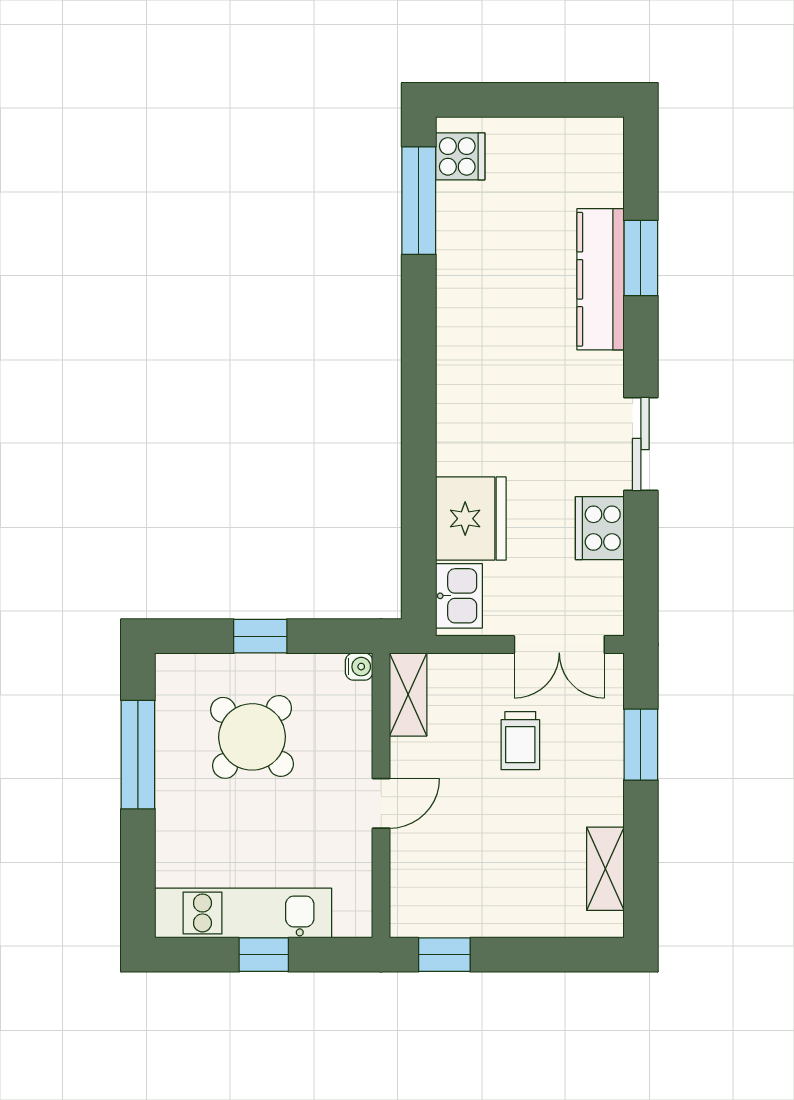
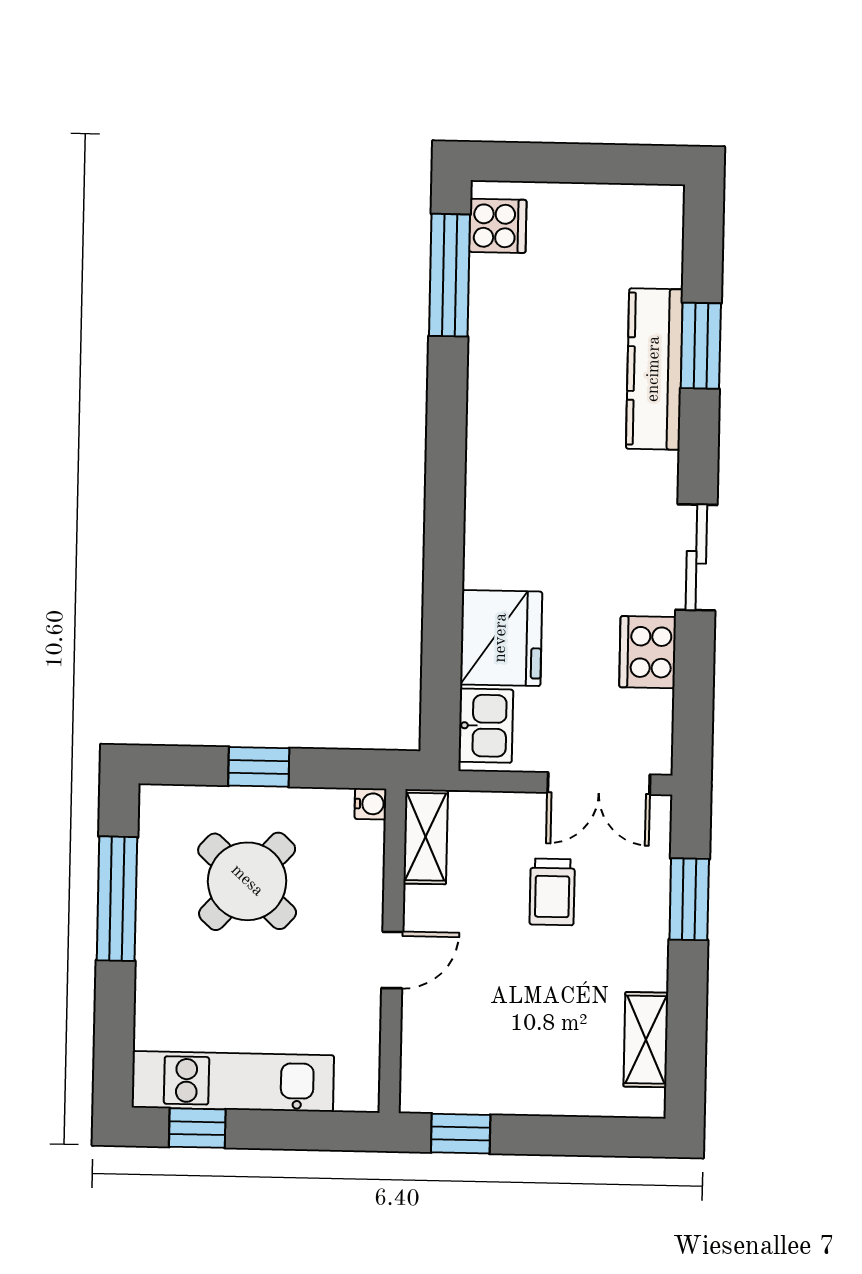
window: (264, 955) -> (197, 1128), moved

